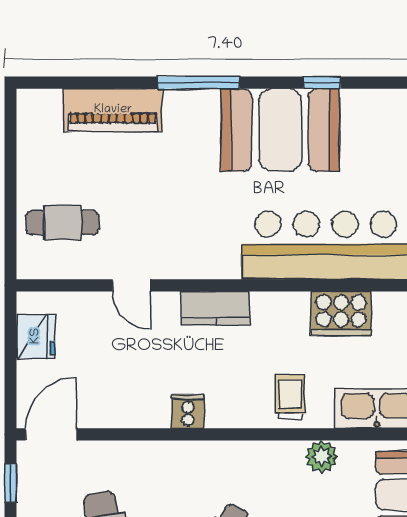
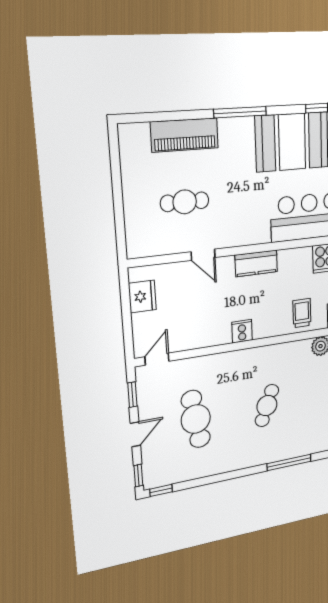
cafe table: (63, 223) -> (185, 202), moved
door: (51, 434) -> (157, 359), width x0.73

